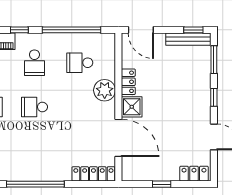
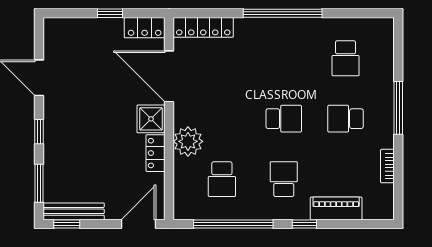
door: (141, 30) -> (138, 224), hinge flipped
school desk: (80, 63) -> (222, 179), turned 90
locker: (194, 174) -> (145, 28), moved

